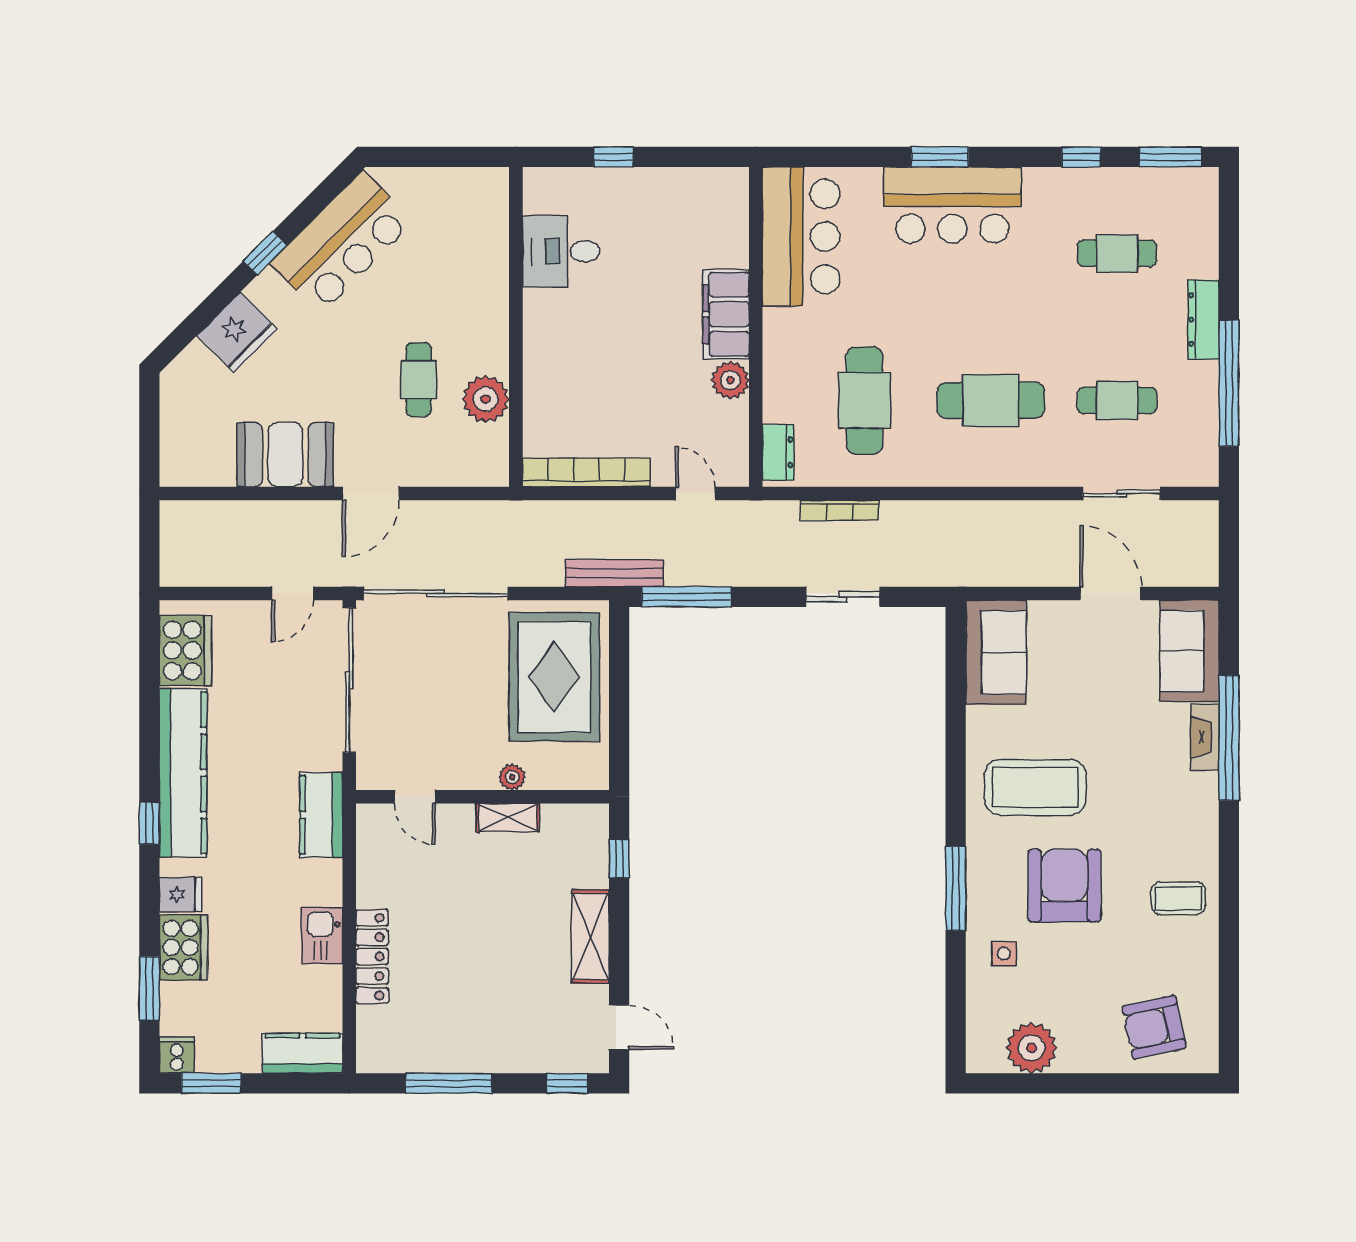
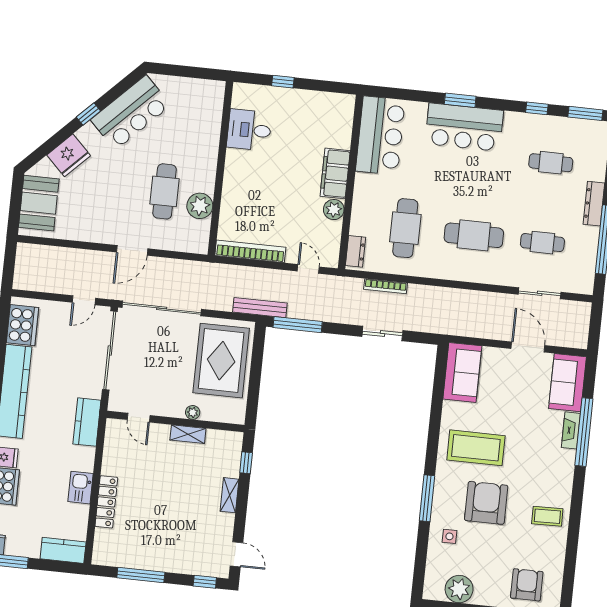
cafe table: (419, 380) -> (165, 191), width x1.37, depth x1.35
booth: (285, 455) -> (39, 203), moved, turned 90
shelving: (590, 936) -> (229, 495), width x0.67, depth x0.75
armchair: (1154, 1027) -> (527, 585), turned 102

